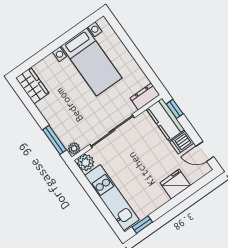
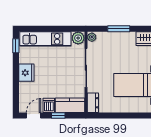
window: (175, 109) -> (58, 116), moved
window: (55, 140) -> (119, 29), moved
fridge: (175, 184) -> (26, 73), moved

